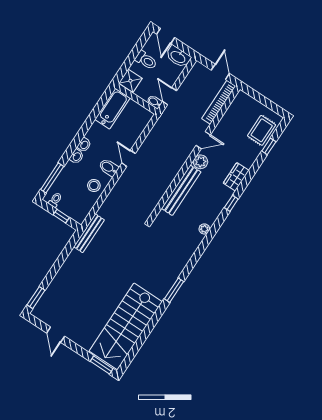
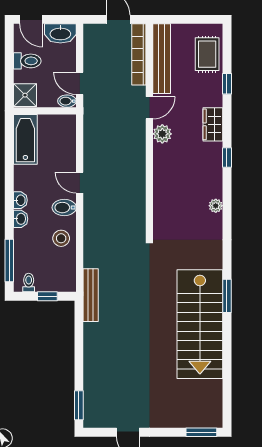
window: (269, 146) -> (227, 84), moved
bench: (181, 190) -> (162, 59), moved
stairs: (126, 326) -> (200, 324), moved

